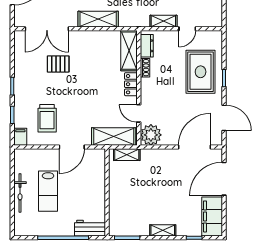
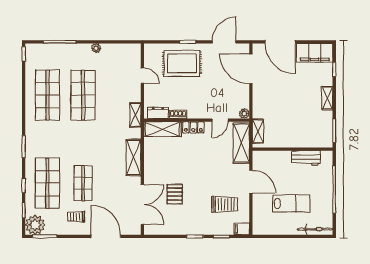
shelving: (163, 21) -> (135, 115), moved
plant: (151, 135) -> (244, 114), width x0.53, depth x0.53
bicycle: (20, 193) -> (315, 229), moved
workbench: (90, 228) -> (306, 158), moved, turned -90

